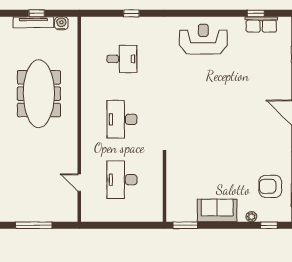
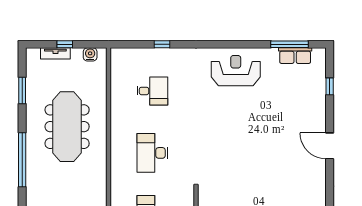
window: (256, 13) -> (290, 44), width x2.17
tv unit: (33, 22) -> (55, 53), width x0.71

